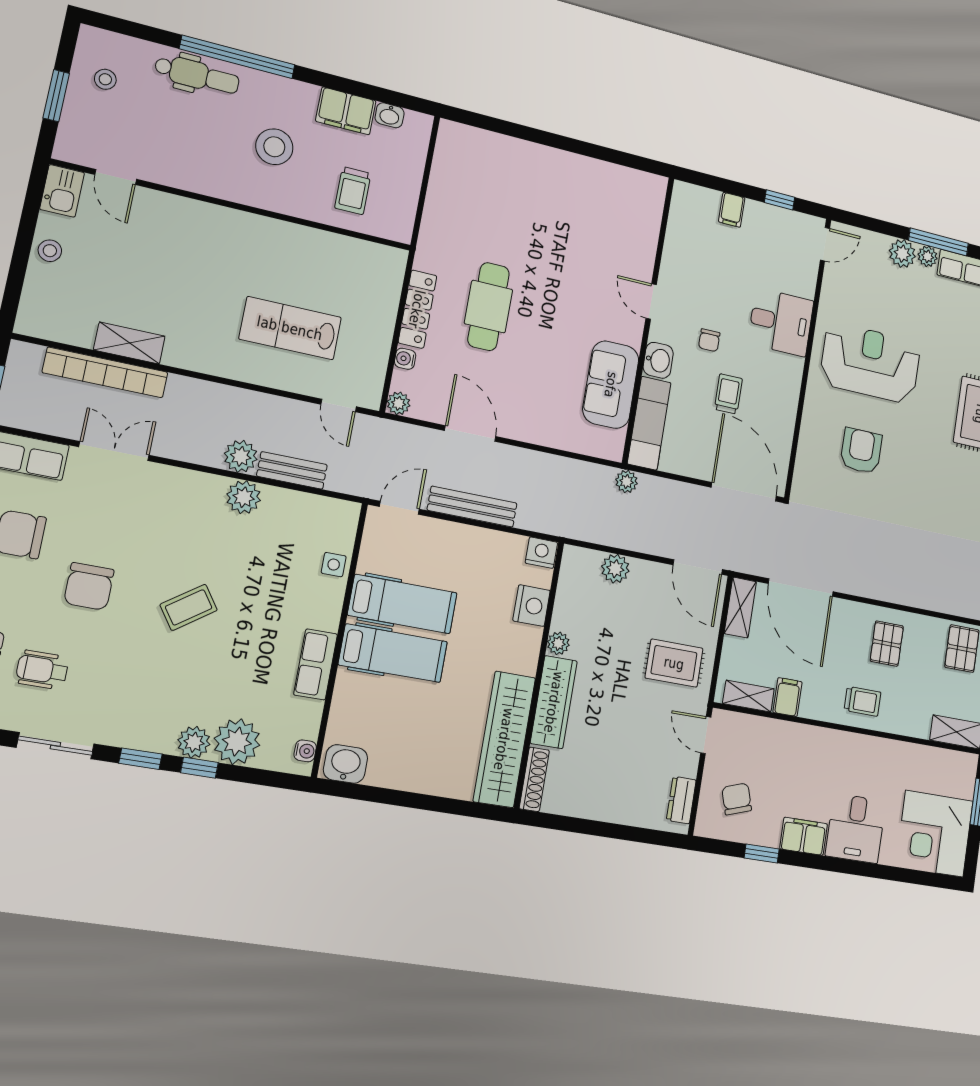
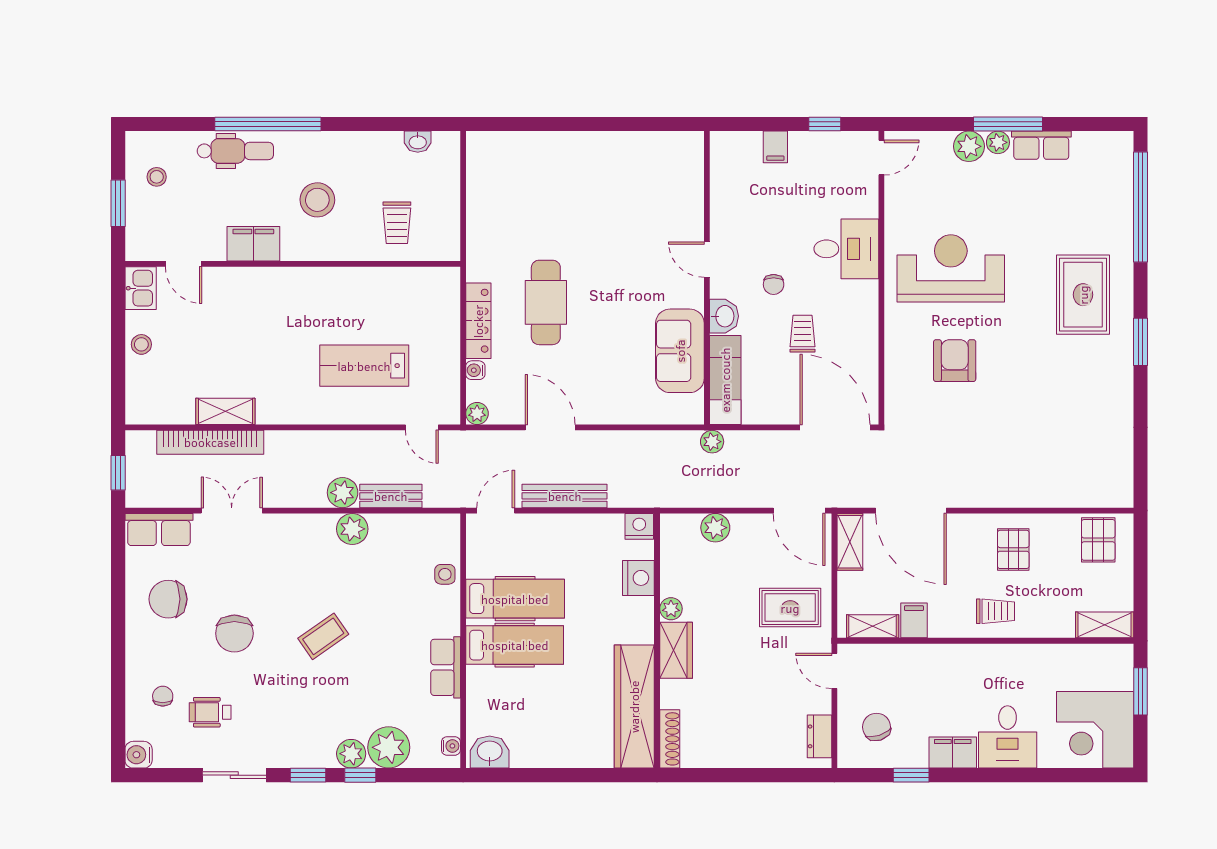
filing cabinet: (346, 111) -> (253, 244), moved, turned 180
wardrobe: (554, 702) -> (676, 650), width x0.67

